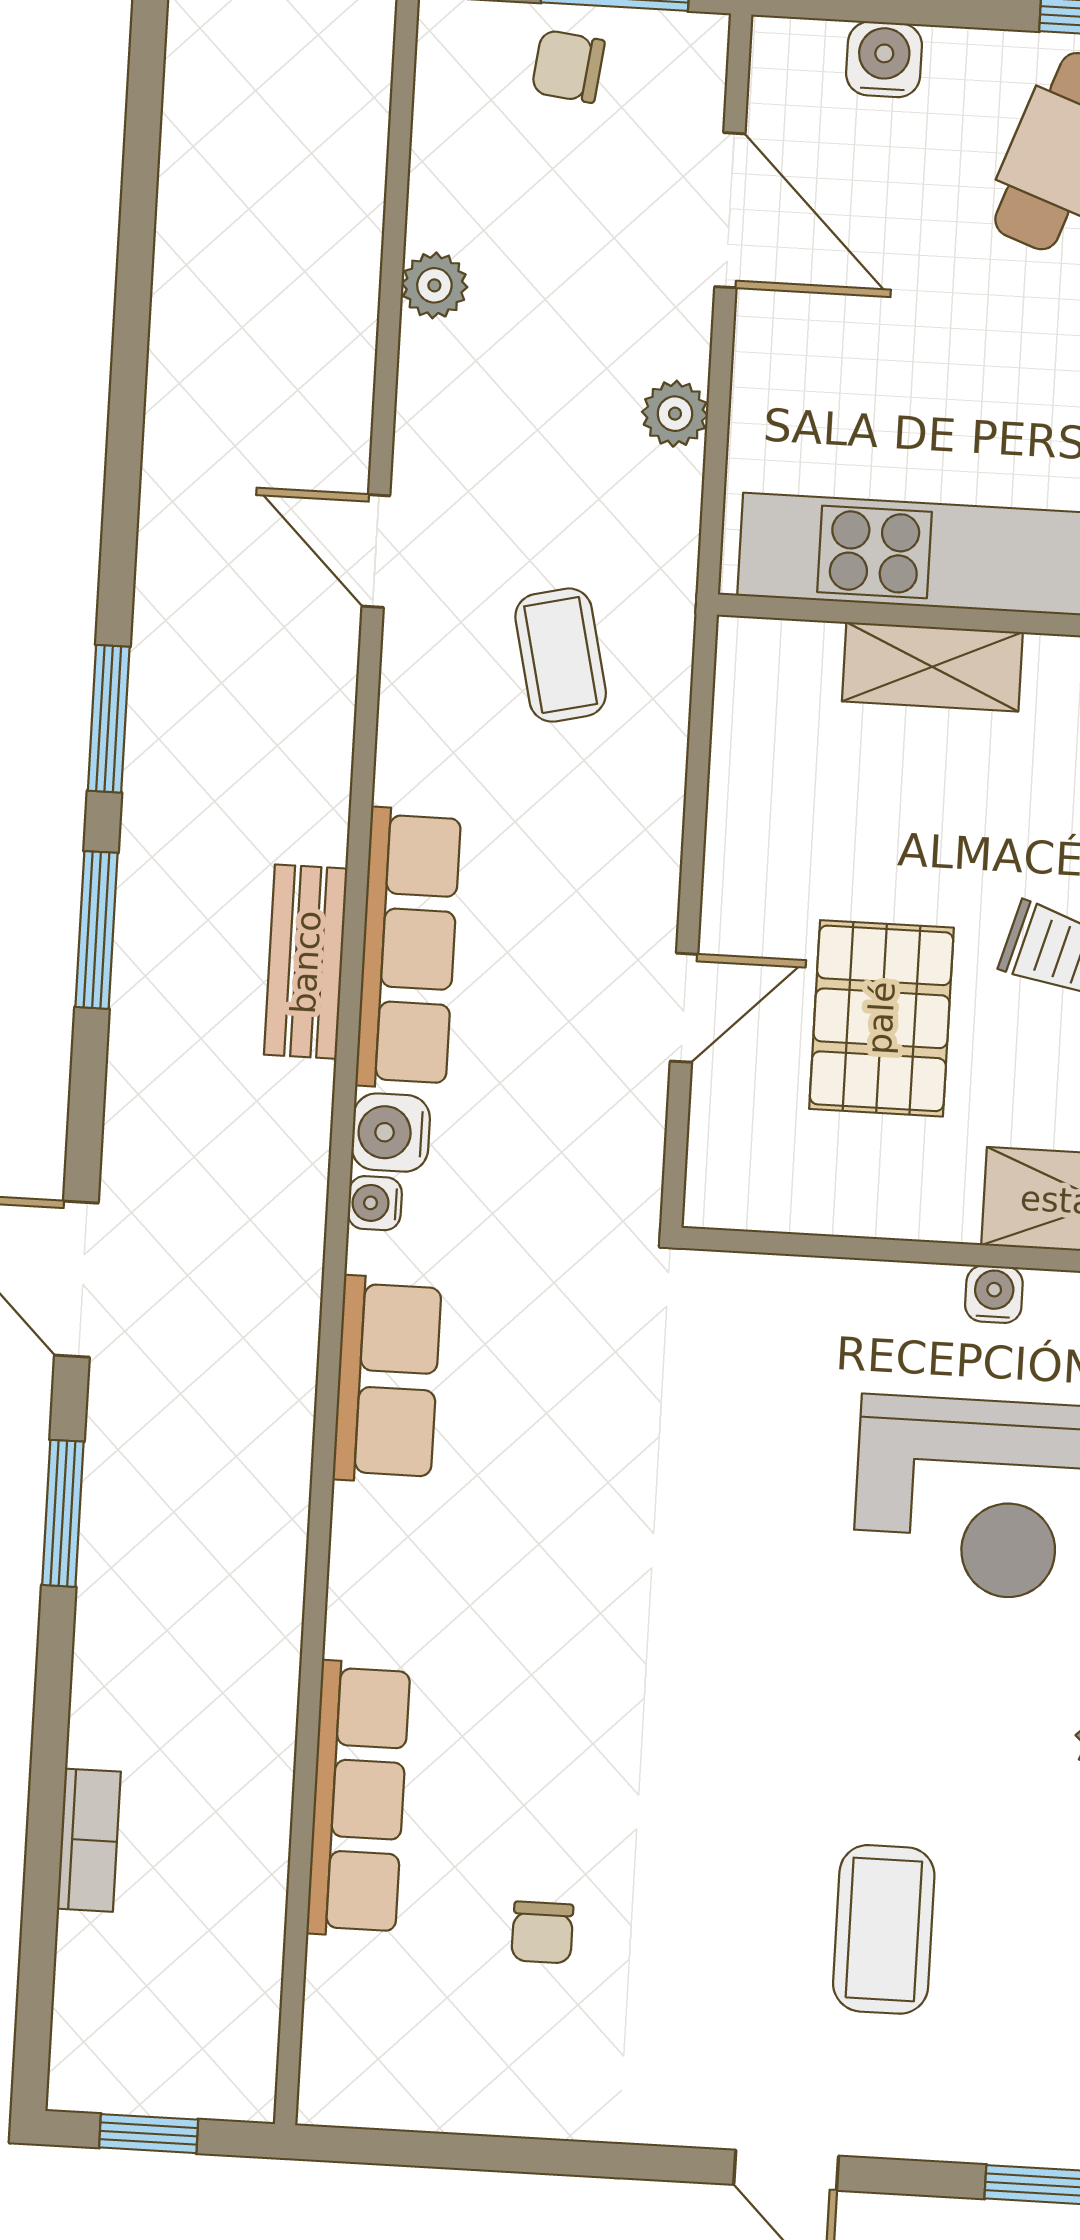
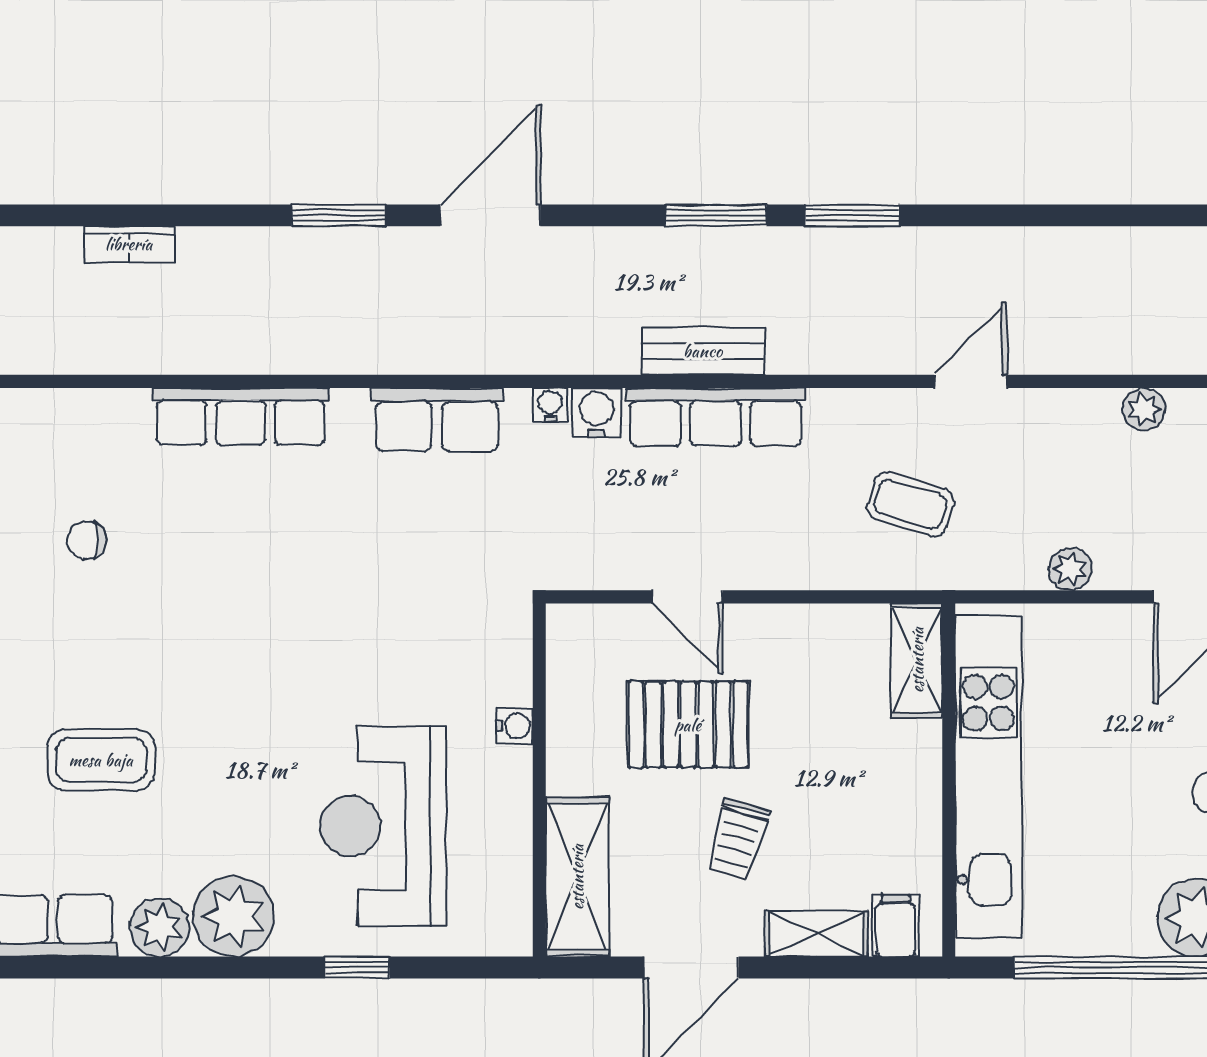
coffee table: (561, 655) -> (910, 504), turned 30
shelving: (932, 667) -> (917, 660), moved
water cooler: (994, 1294) -> (515, 726), moved
row of seats: (358, 1799) -> (241, 416), moved

